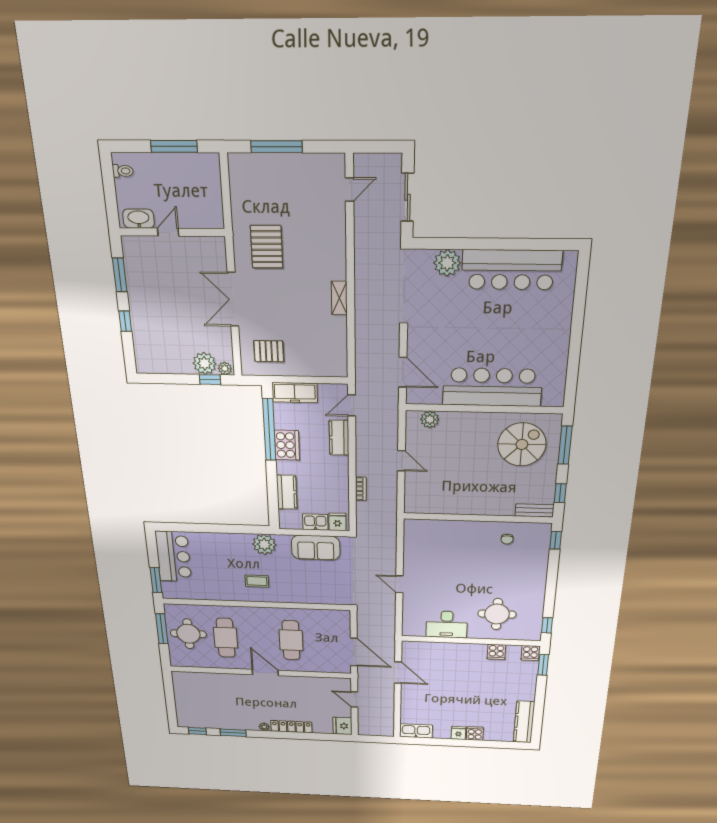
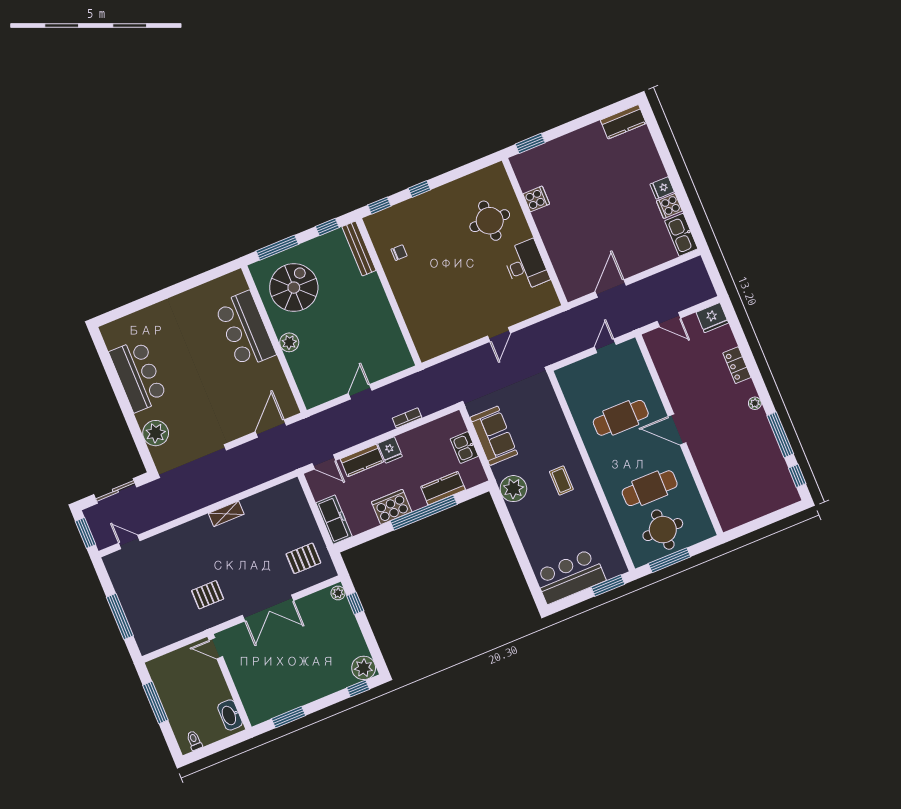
window: (377, 147) -> (86, 533), added
door: (168, 232) -> (216, 648), moved
pallet: (267, 247) -> (208, 595), width x0.67, depth x0.71
bar counter: (511, 270) -> (138, 376), width x0.73
window: (125, 321) -> (358, 689), moved
pallet: (269, 351) -> (303, 558), turned 90
plant: (205, 363) -> (364, 668), moved
bar counter: (492, 387) -> (245, 330), width x0.73
plant: (430, 419) -> (289, 342), moved
window: (269, 430) -> (424, 513), moved
spiral stairs: (522, 444) -> (294, 288), turned 90
bench: (535, 510) -> (359, 249), width x1.36
fridge: (337, 522) -> (390, 450), moved, turned -90
window: (547, 625) -> (419, 189), moved
door: (354, 652) -> (605, 346), width x0.53
cooker: (530, 653) -> (522, 164), removed
door: (265, 672) -> (677, 430), hinge flipped
door: (354, 699) -> (669, 320), hinge flipped
kitchen counter: (524, 722) -> (623, 122), width x0.67
locker: (291, 727) -> (737, 365), width x0.66
window: (233, 733) -> (780, 435), width x1.44
cooker: (475, 734) -> (669, 206), moved

